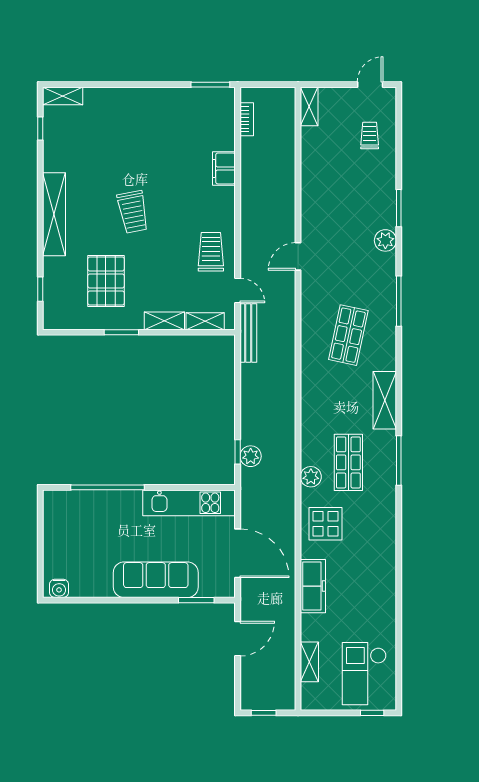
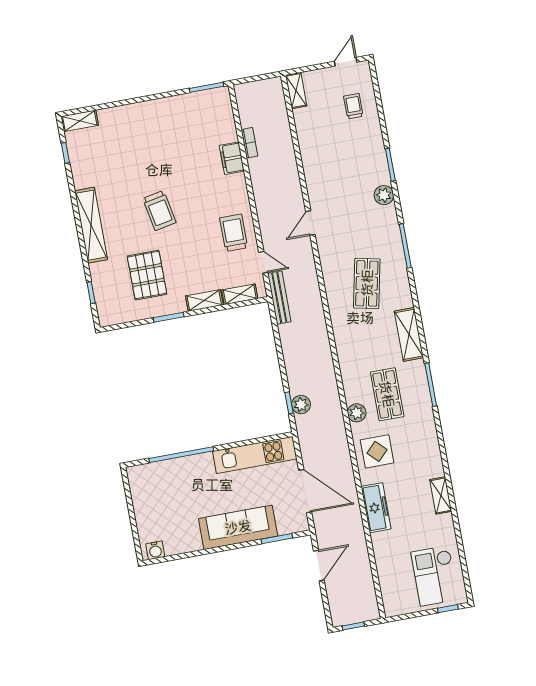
bookcase: (247, 119) -> (249, 143), moved
shelving: (309, 662) -> (441, 495), moved

